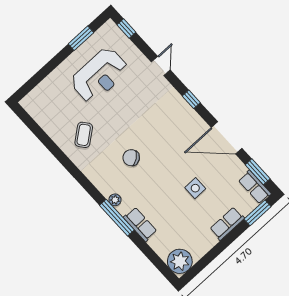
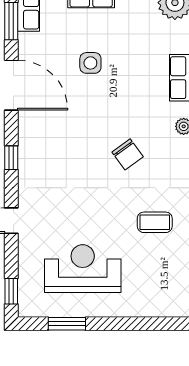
coffee table: (84, 135) -> (155, 222), turned 38

